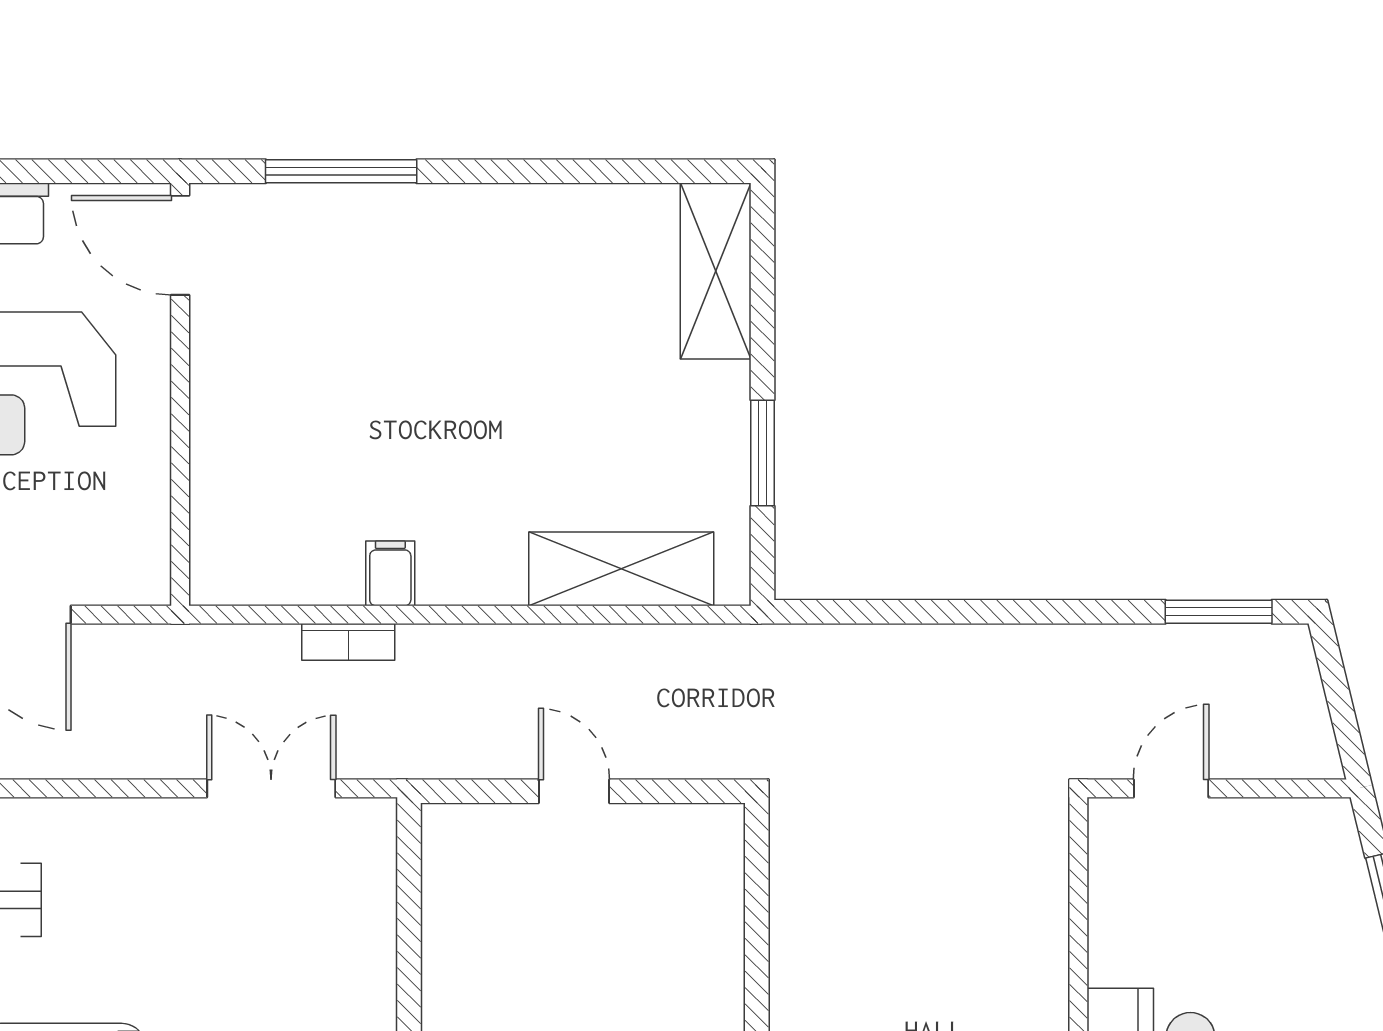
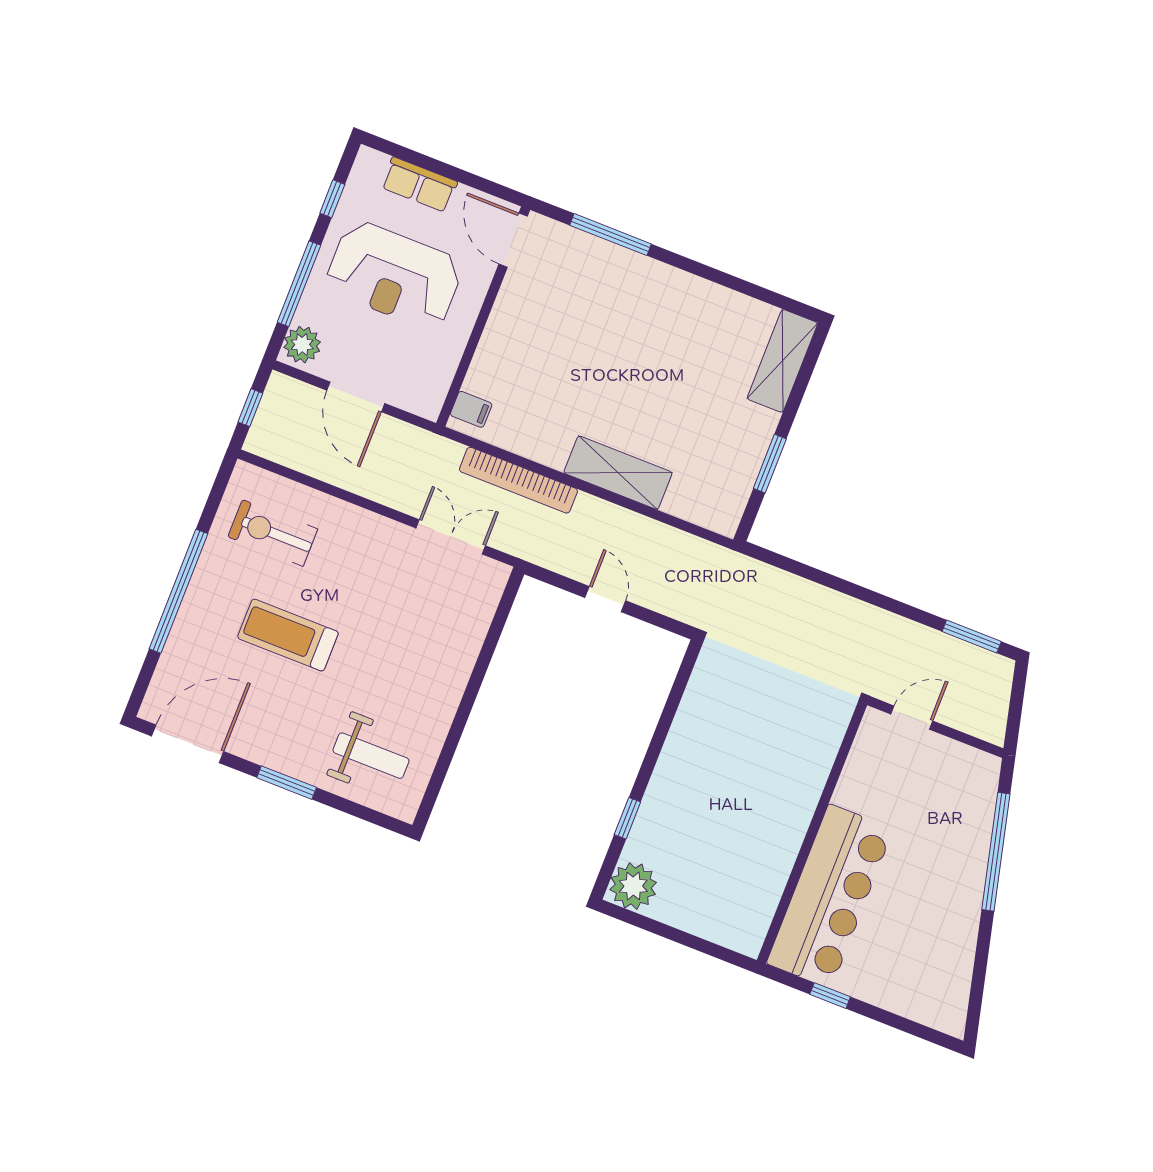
shelving: (621, 569) -> (618, 473), moved
filing cabinet: (390, 573) -> (471, 409), moved, turned 90
bookcase: (348, 642) -> (518, 480), width x2.31, depth x1.31

